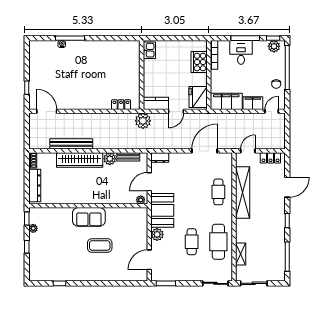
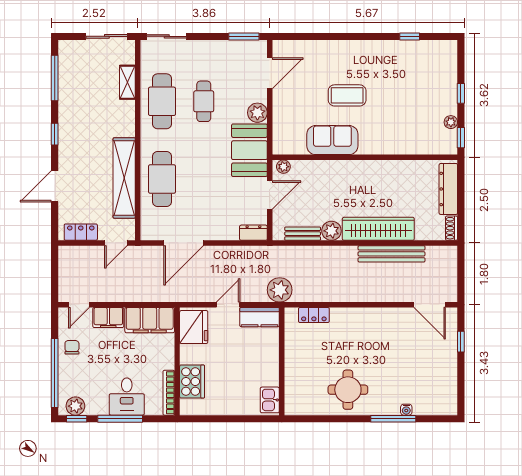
round table: (99, 57) -> (348, 390), added
cafe table: (218, 192) -> (162, 179), width x1.37, depth x1.35
sofa: (89, 217) -> (332, 140), moved

